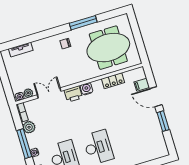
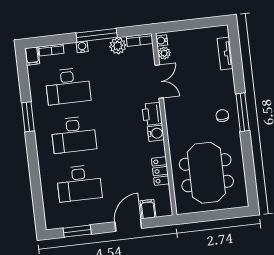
window: (83, 23) -> (243, 112), moved
window: (163, 121) -> (77, 231), moved
desk: (132, 137) -> (79, 183), added

